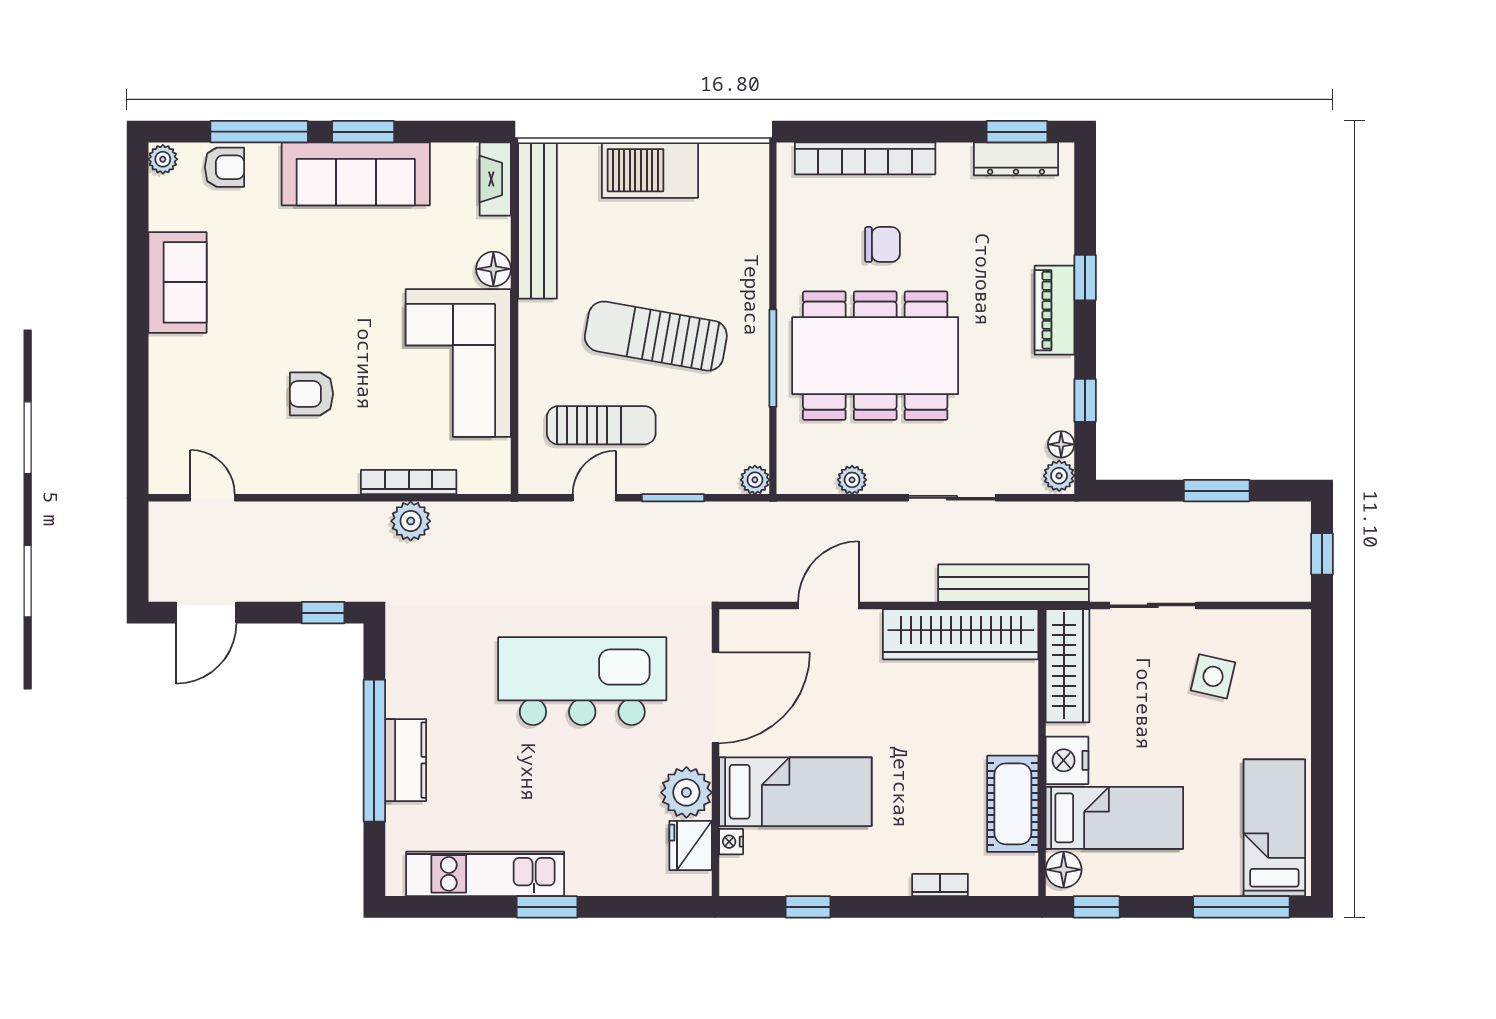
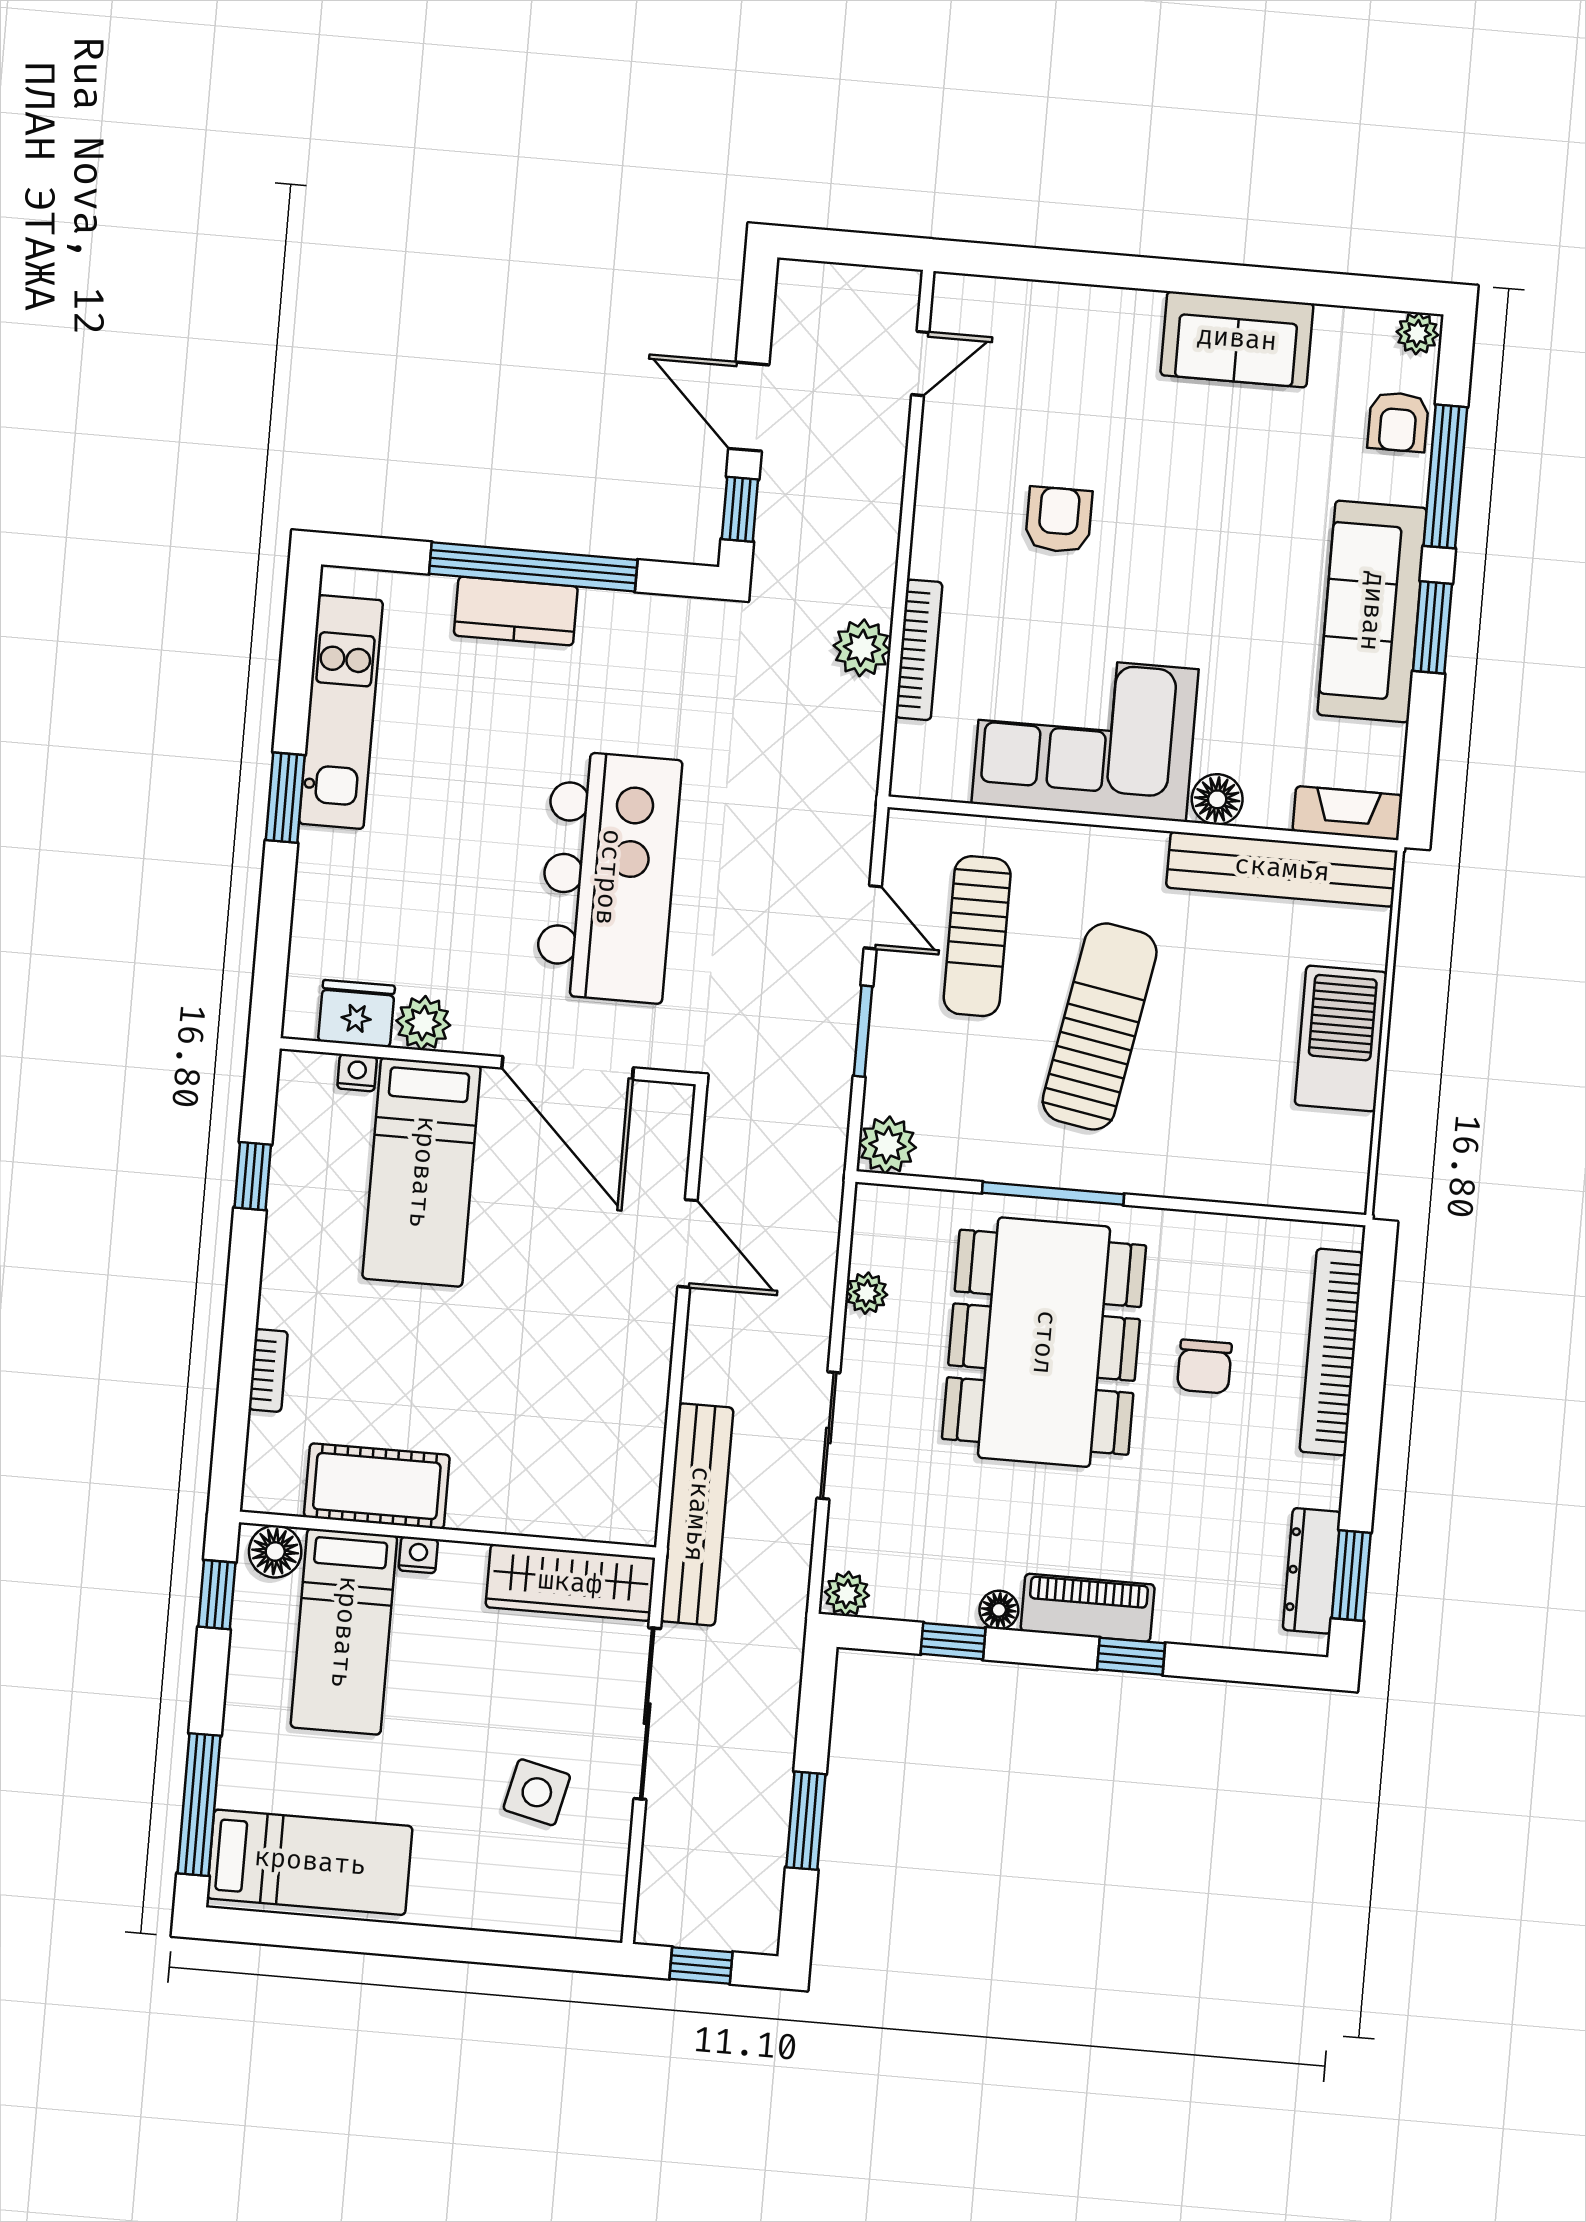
floor lamp: (1061, 444) -> (999, 1610), moved
plant: (755, 480) -> (887, 1145), width x1.38, depth x1.38
sliding door: (1153, 605) -> (647, 1714), width x1.37
door: (206, 613) -> (749, 407), moved
wardrobe: (961, 634) -> (629, 1432), removed
nightstand: (1067, 760) -> (418, 1555), width x0.53, depth x0.56
plant: (686, 792) -> (423, 1023), width x0.73, depth x0.73

